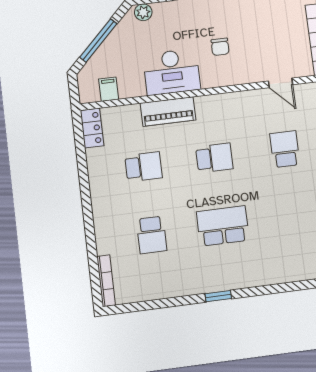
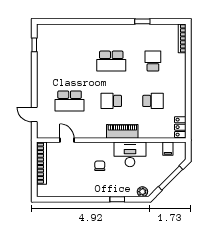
piano: (168, 112) -> (122, 131), moved
school desk: (285, 149) -> (70, 101), width x1.85
school desk: (143, 167) -> (153, 101), turned 180
window: (218, 296) -> (142, 21), moved

